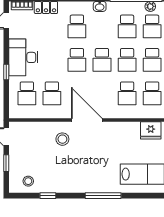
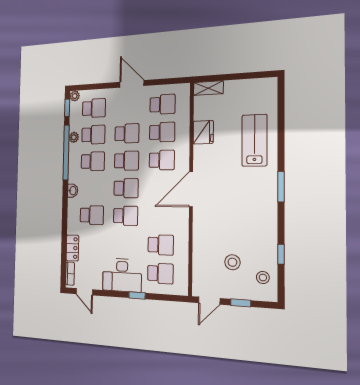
door: (87, 120) -> (191, 189), moved
stool: (62, 139) -> (232, 262), moved
window: (103, 196) -> (281, 187), width x0.69

